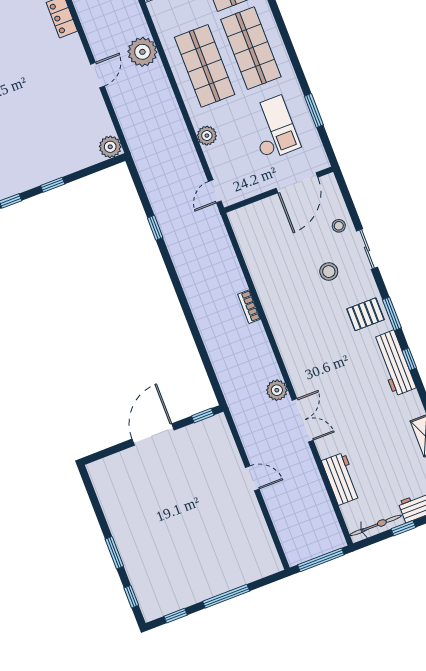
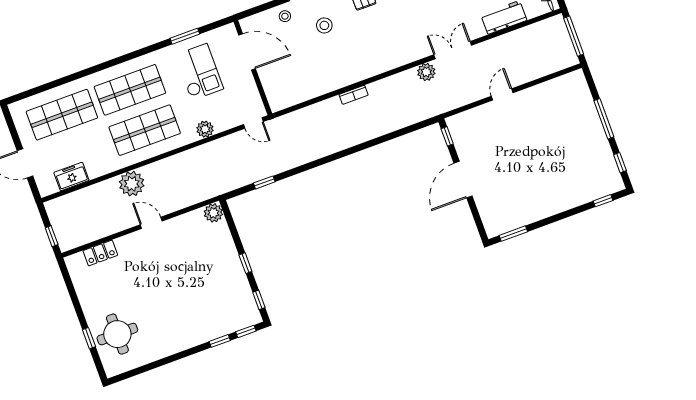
checkout: (273, 128) -> (199, 72), turned 90
window: (155, 228) -> (264, 182), moved
door: (153, 435) -> (463, 180), hinge flipped
window: (114, 553) -> (513, 234), moved

